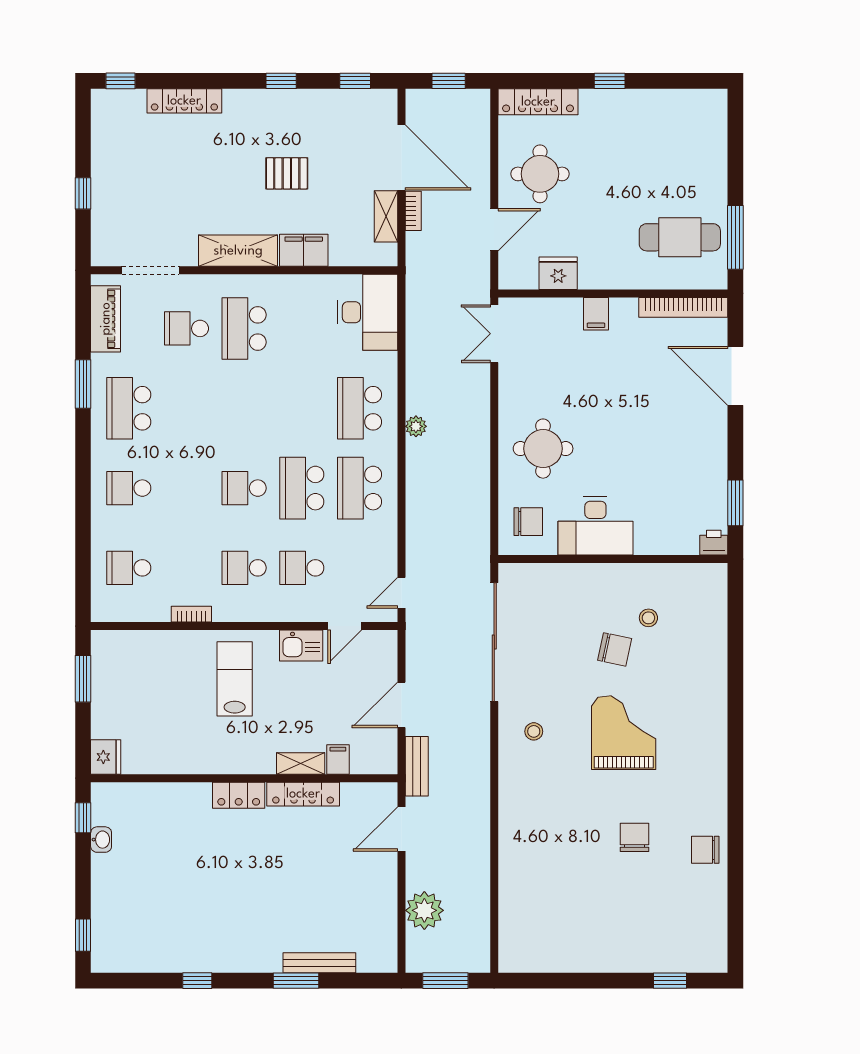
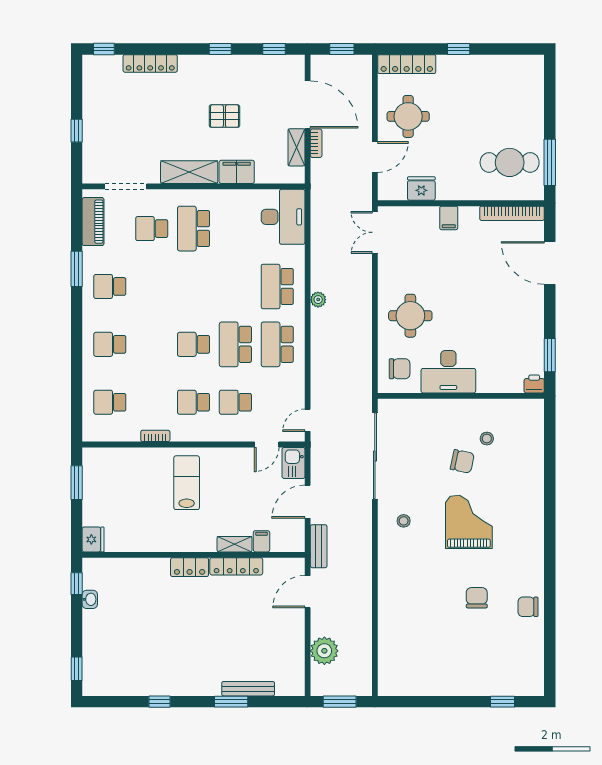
school desk: (129, 408) -> (110, 286), width x0.54
kitchen sink: (301, 646) -> (293, 463), moved, turned 90

